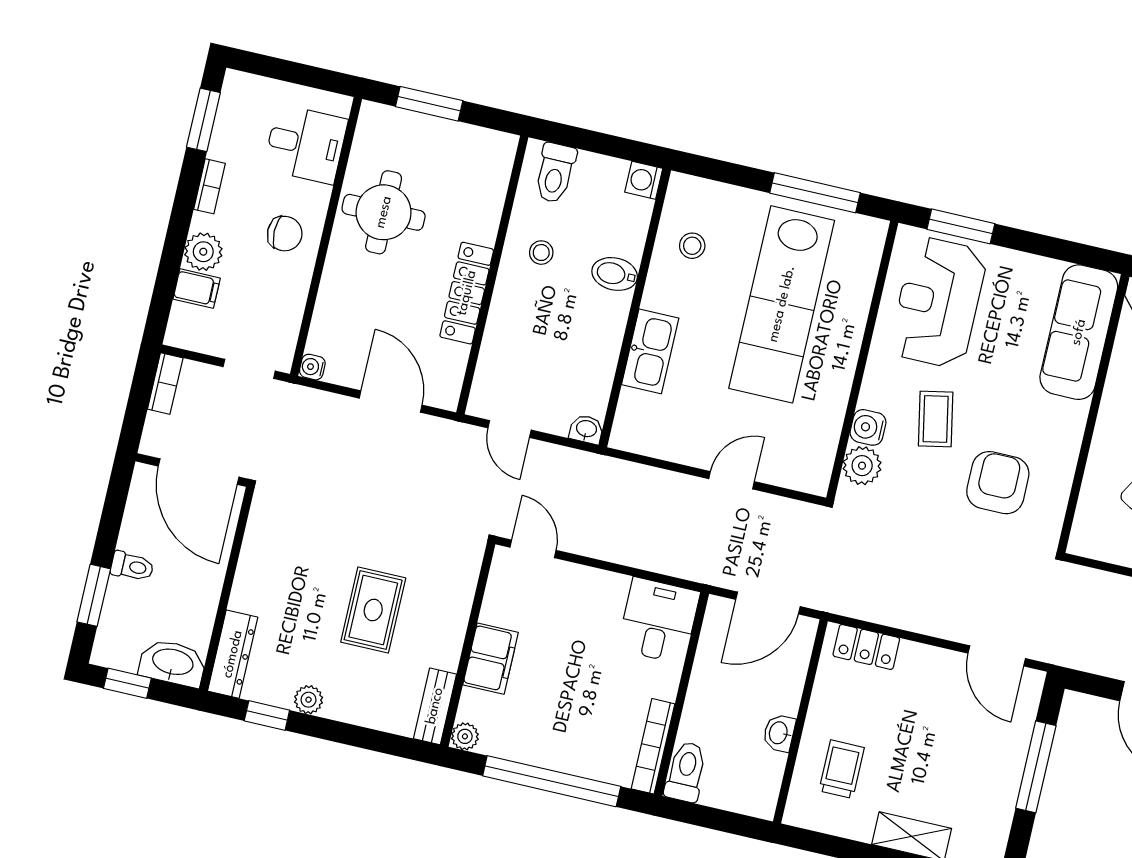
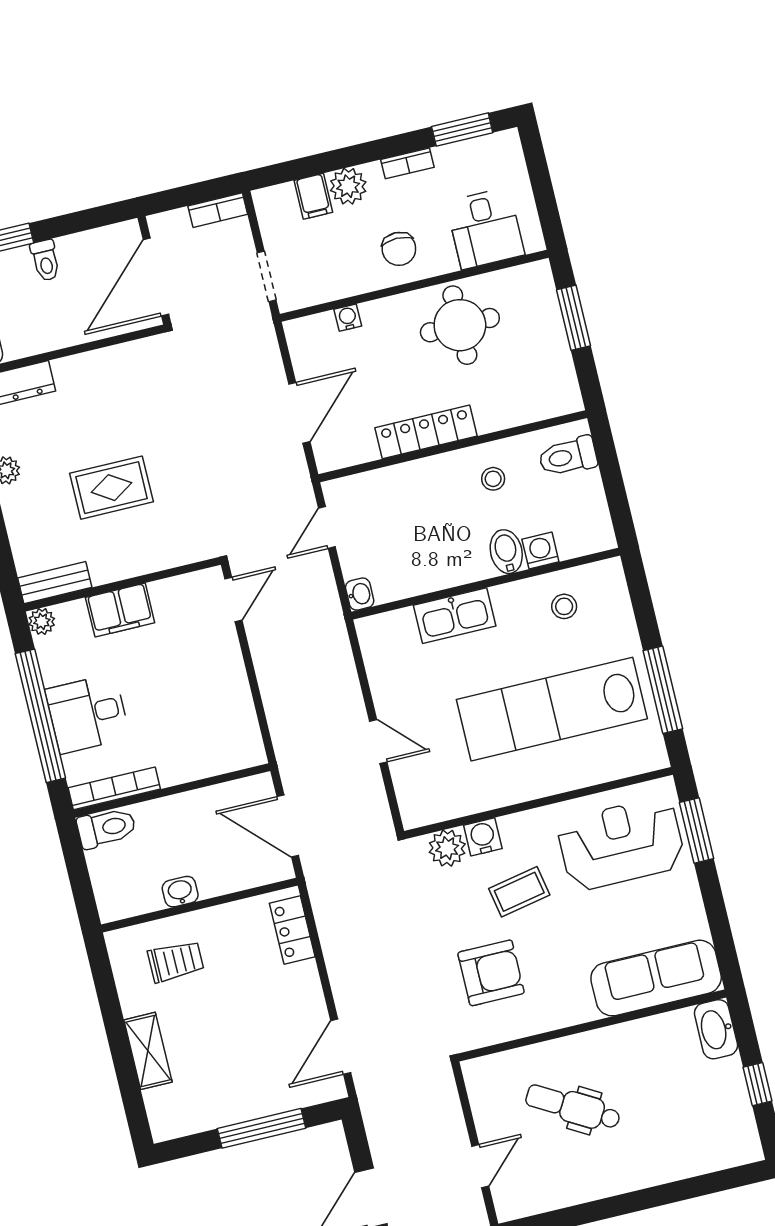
washing machine: (644, 180) -> (540, 551), moved
water cooler: (312, 367) -> (348, 318), moved
desk: (659, 621) -> (88, 714), moved, turned 180

